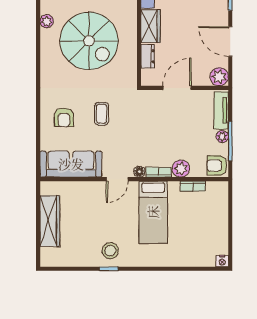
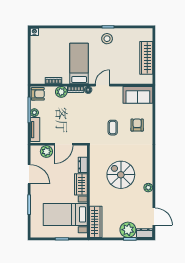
spiral stairs: (89, 41) -> (121, 175), width x0.73, depth x0.73
plant: (219, 77) -> (46, 151), moved
sofa: (71, 164) -> (138, 95), width x0.73

